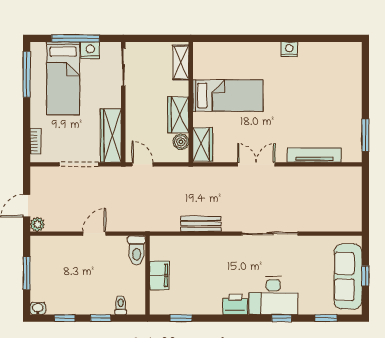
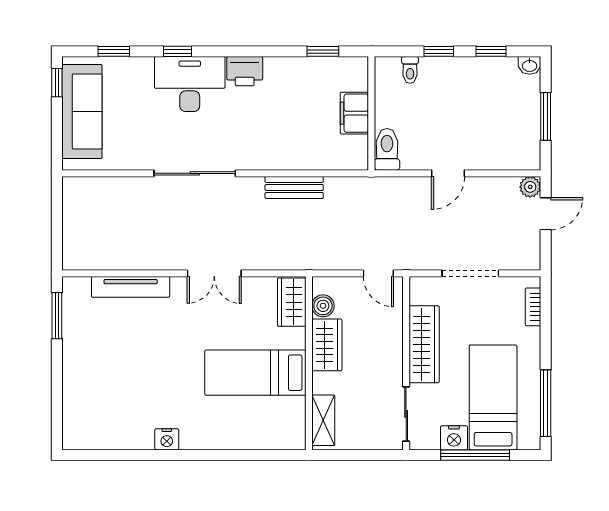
wardrobe: (111, 136) -> (424, 344), moved
window: (365, 276) -> (57, 83), moved

